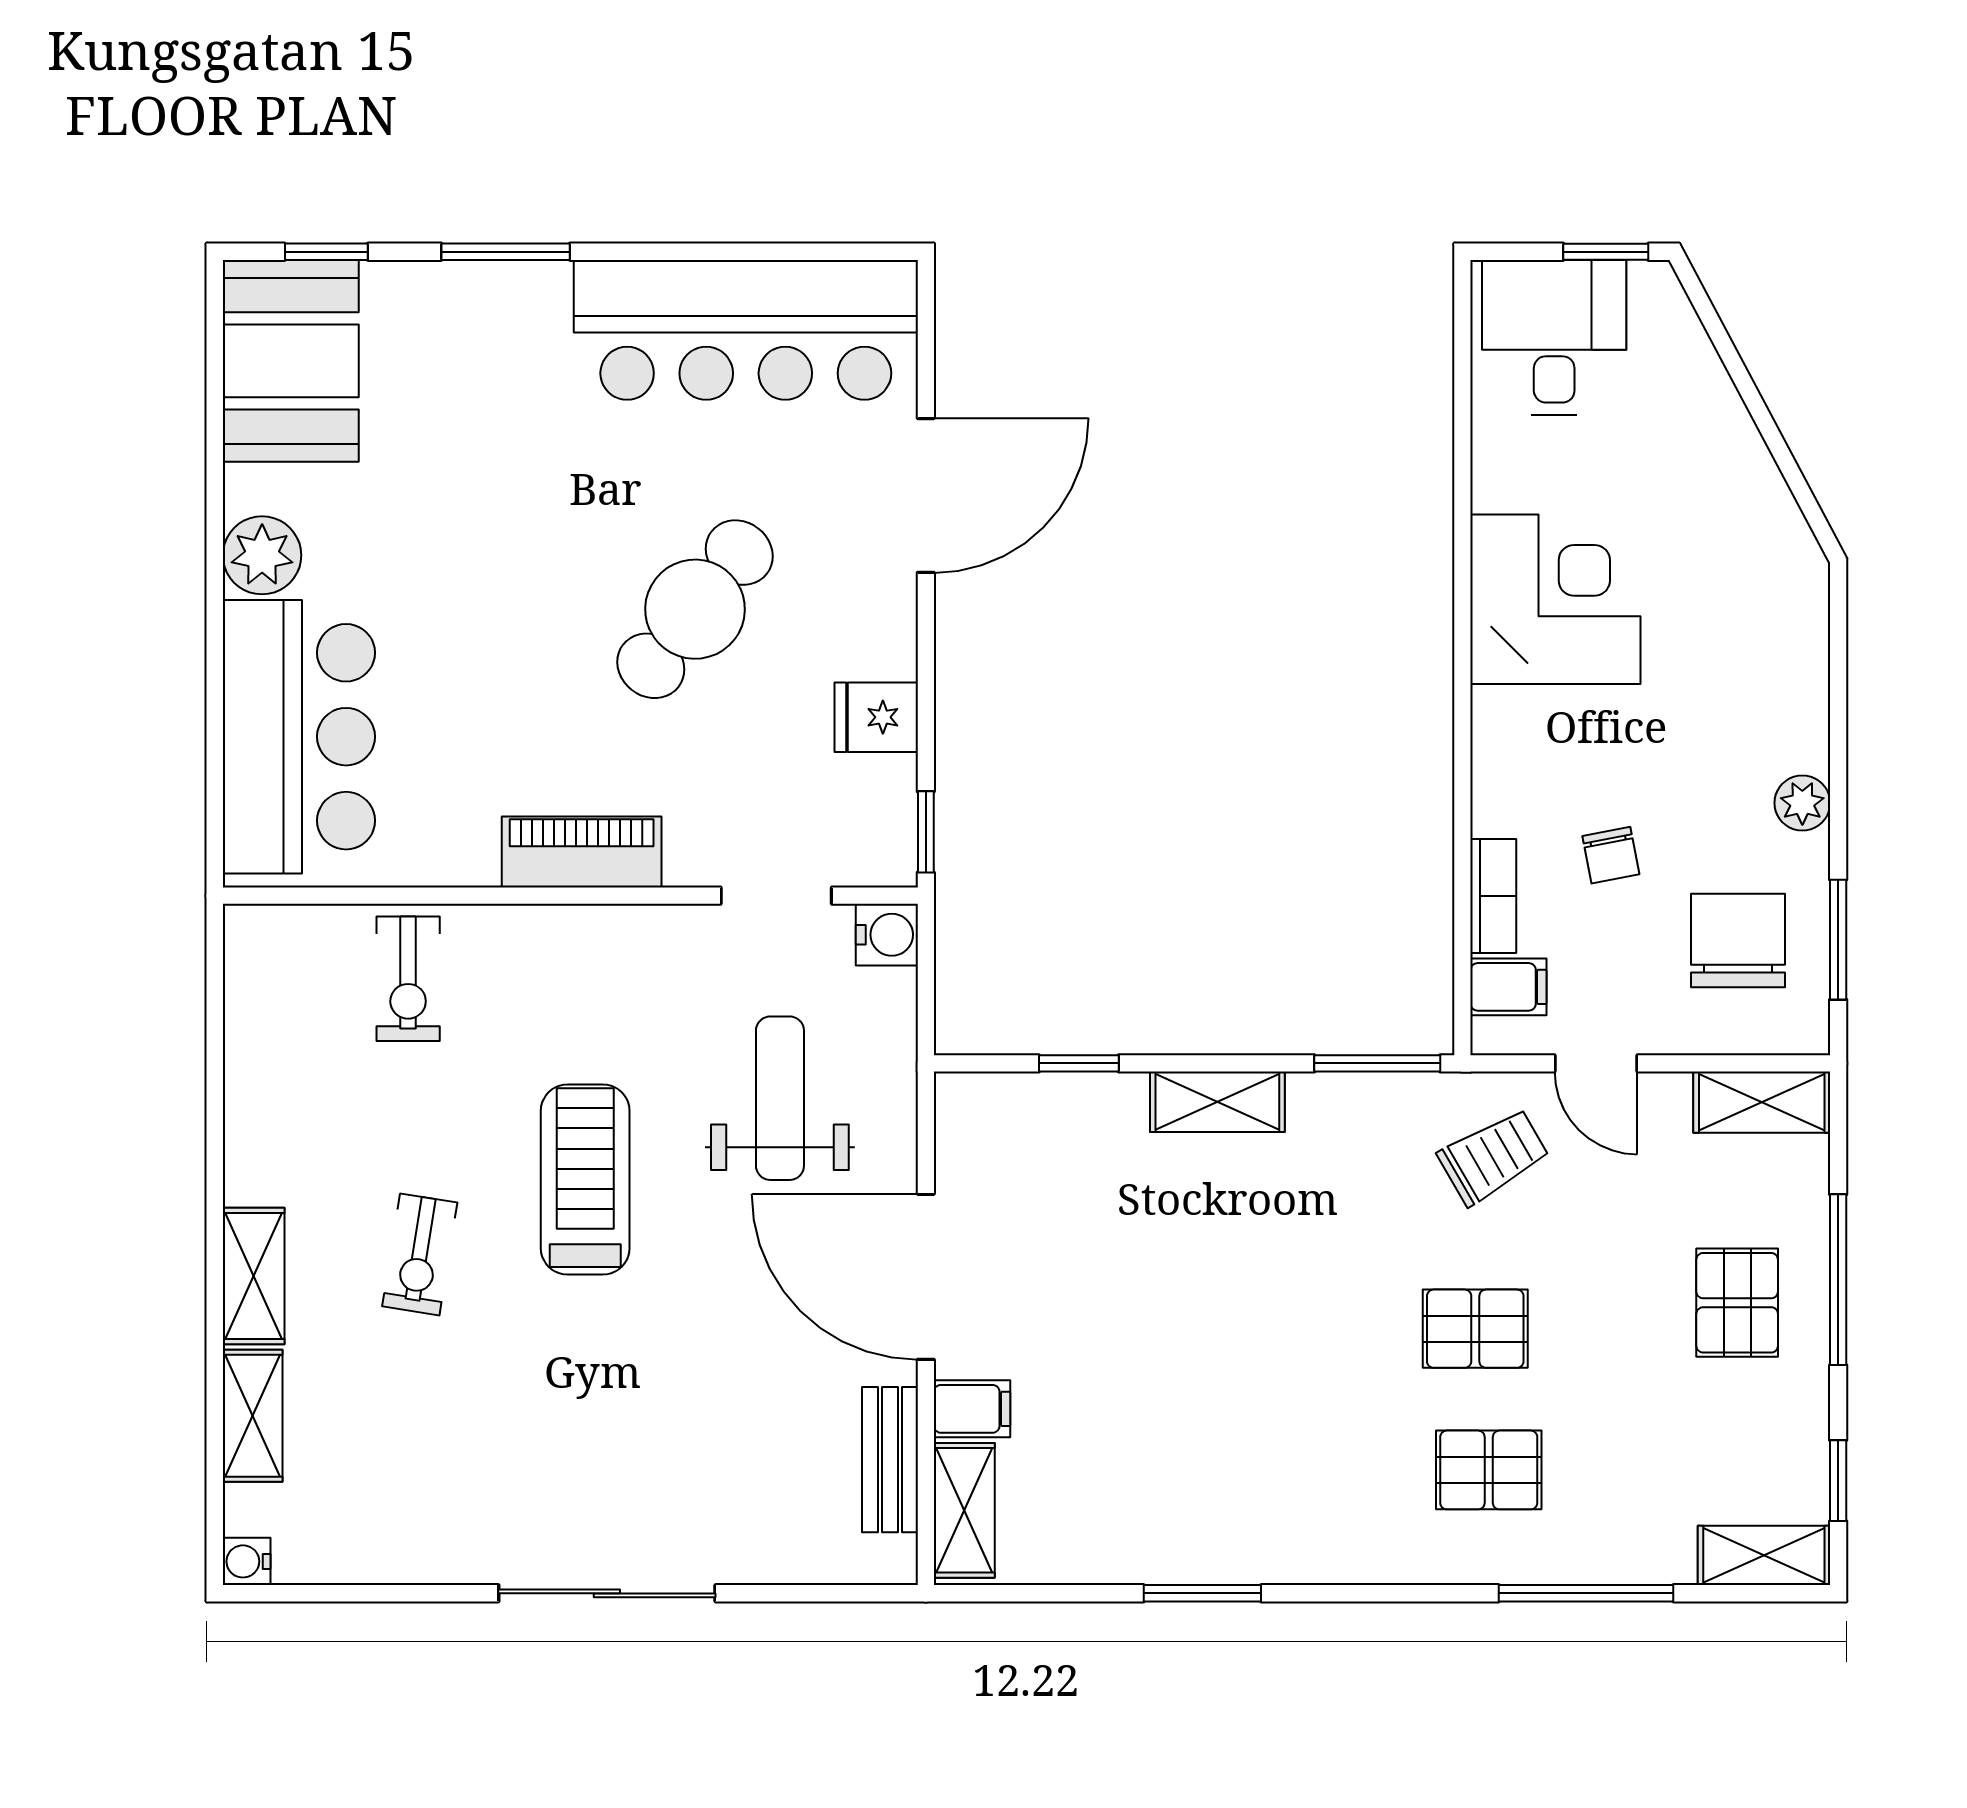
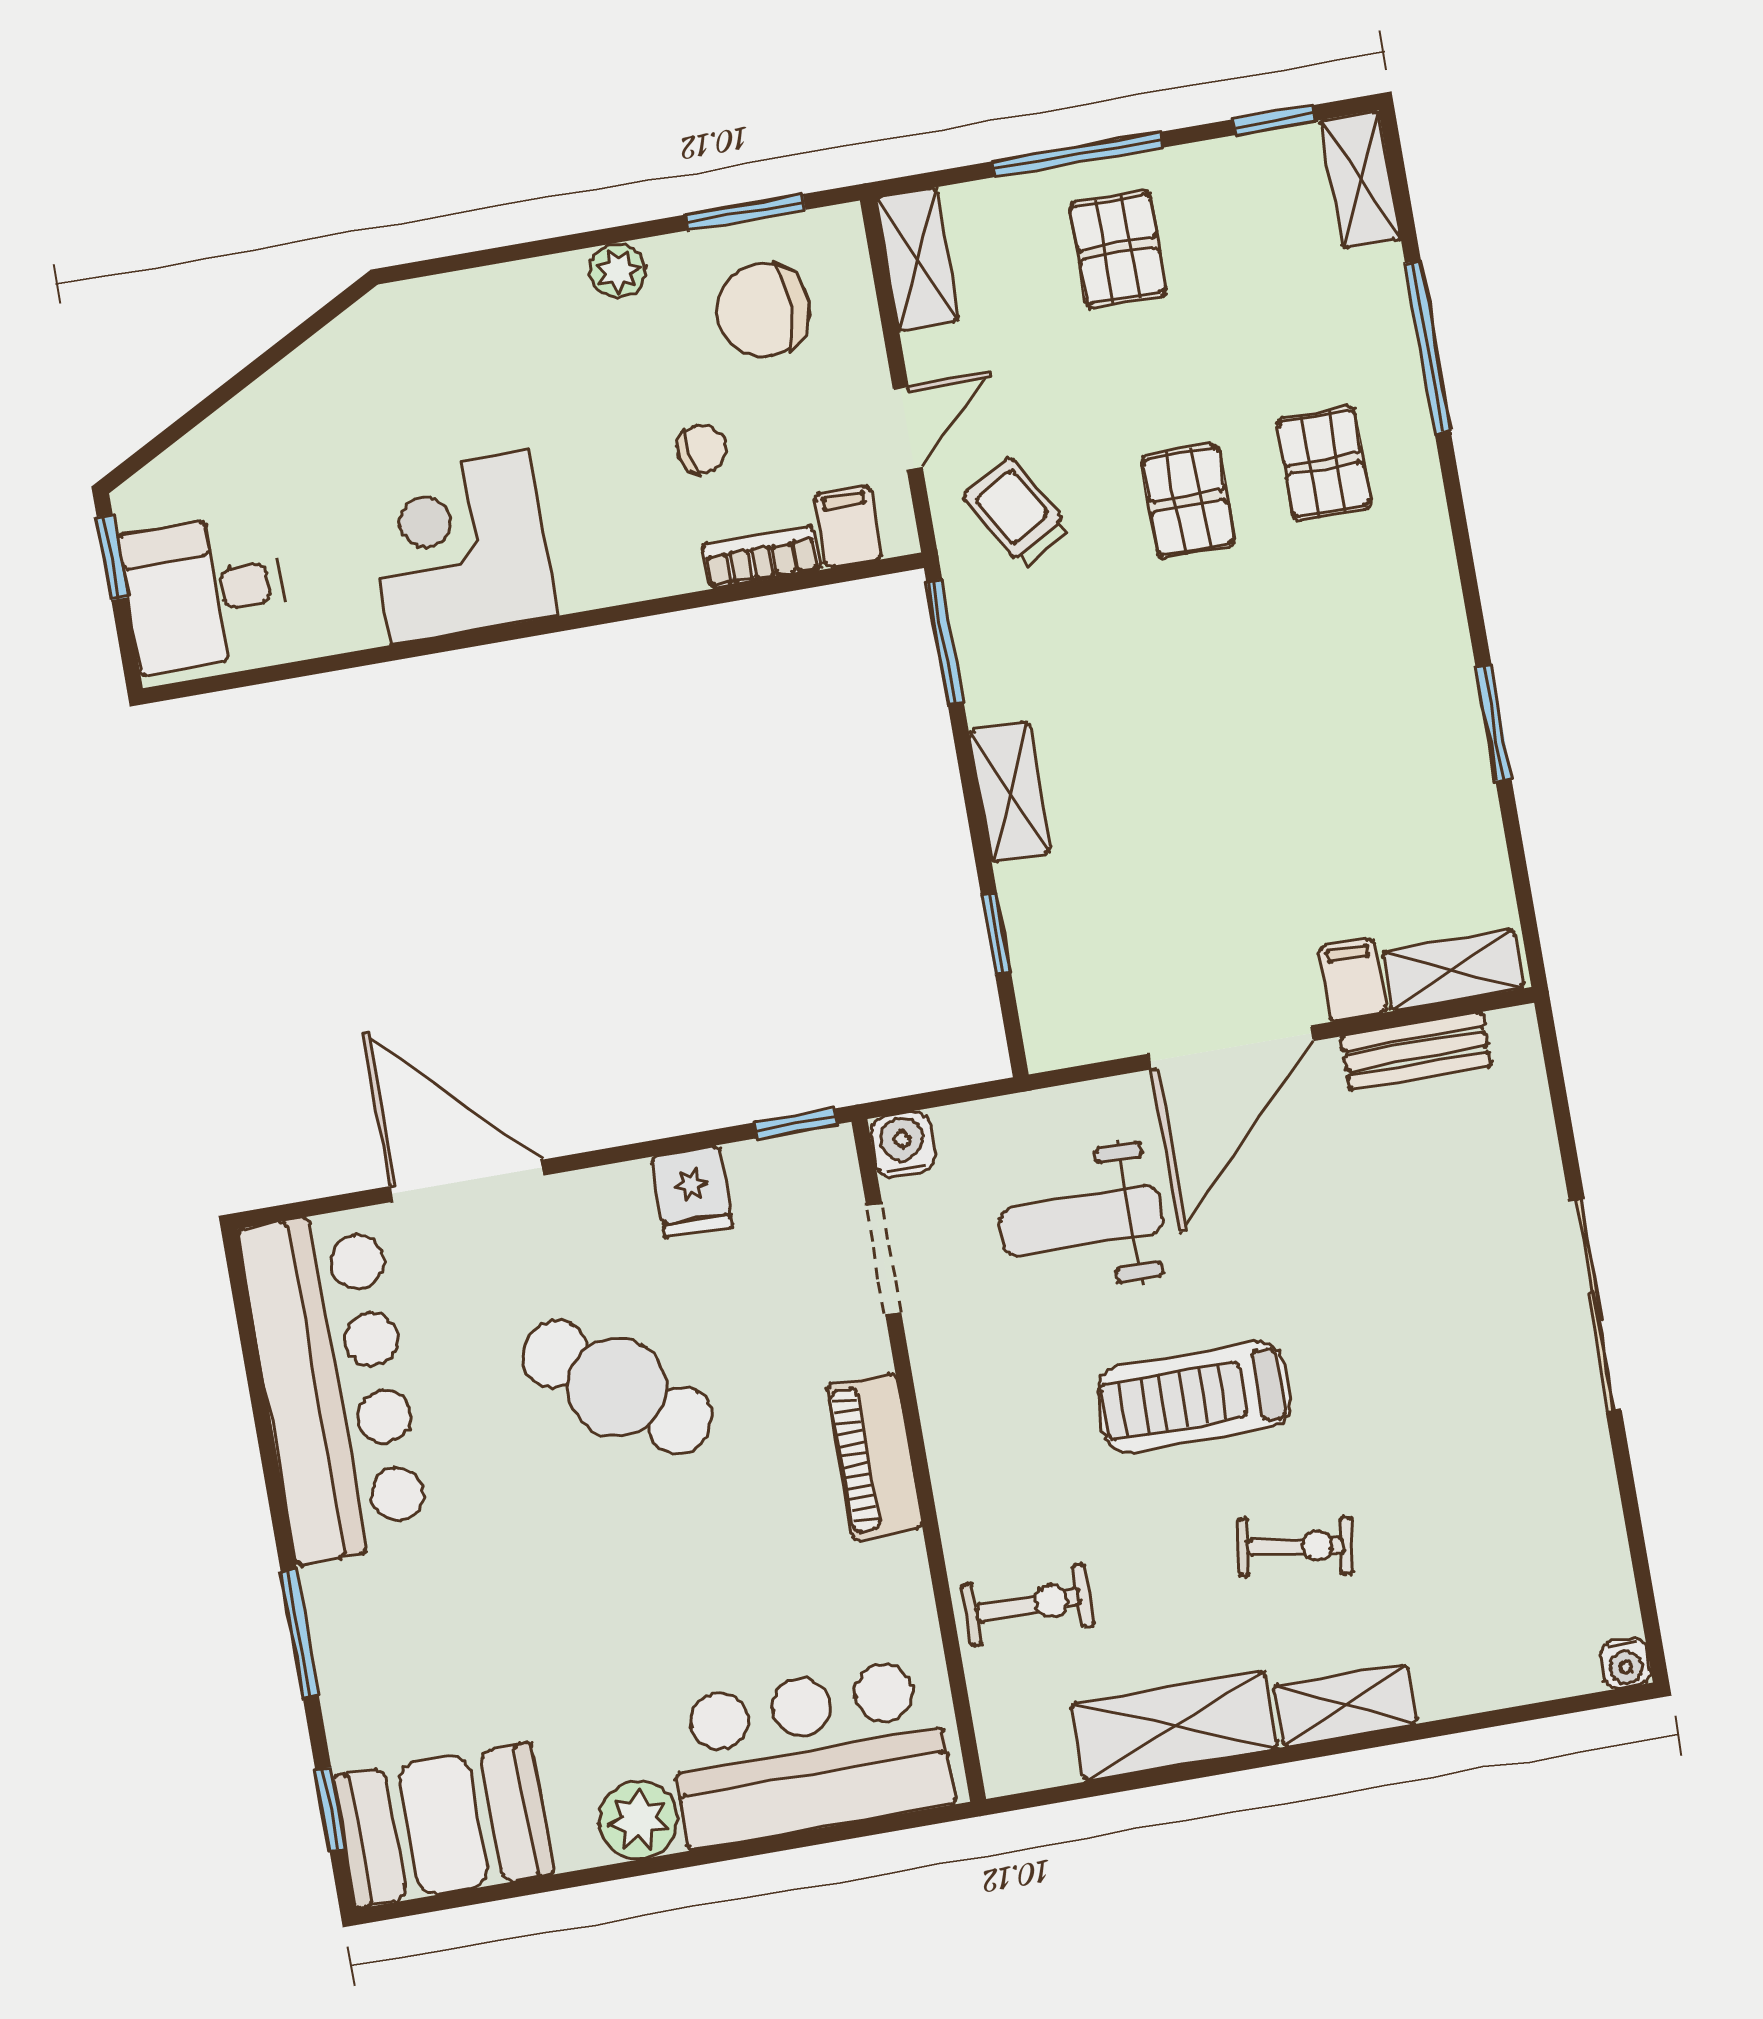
pallet: (1737, 1303) -> (1118, 249), turned 90
shelving: (253, 1416) -> (1174, 1726), moved, width x1.50, depth x1.33

